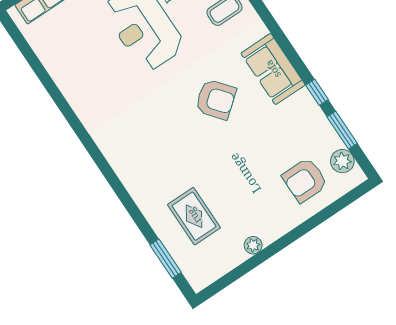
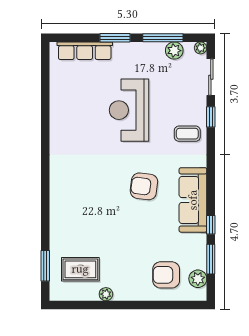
sofa: (273, 69) -> (193, 200), width x1.36
armchair: (216, 99) -> (144, 186), turned 136
rug: (194, 216) -> (80, 269), moved, turned 90

